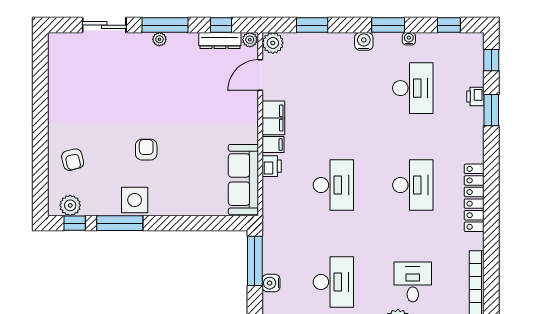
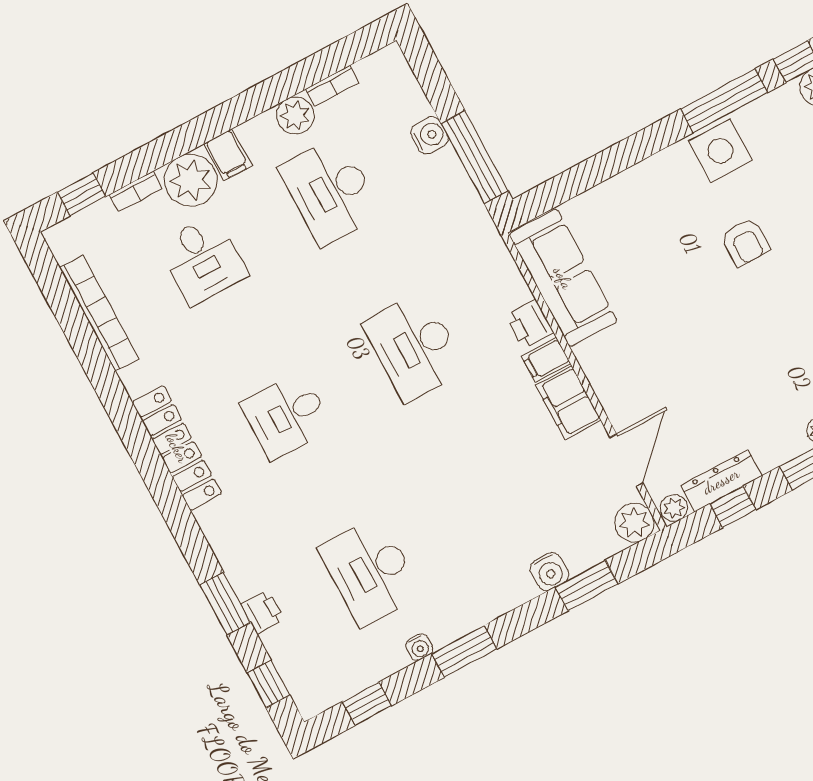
water cooler: (364, 41) -> (550, 572), moved
desk: (413, 185) -> (287, 415), width x0.73

